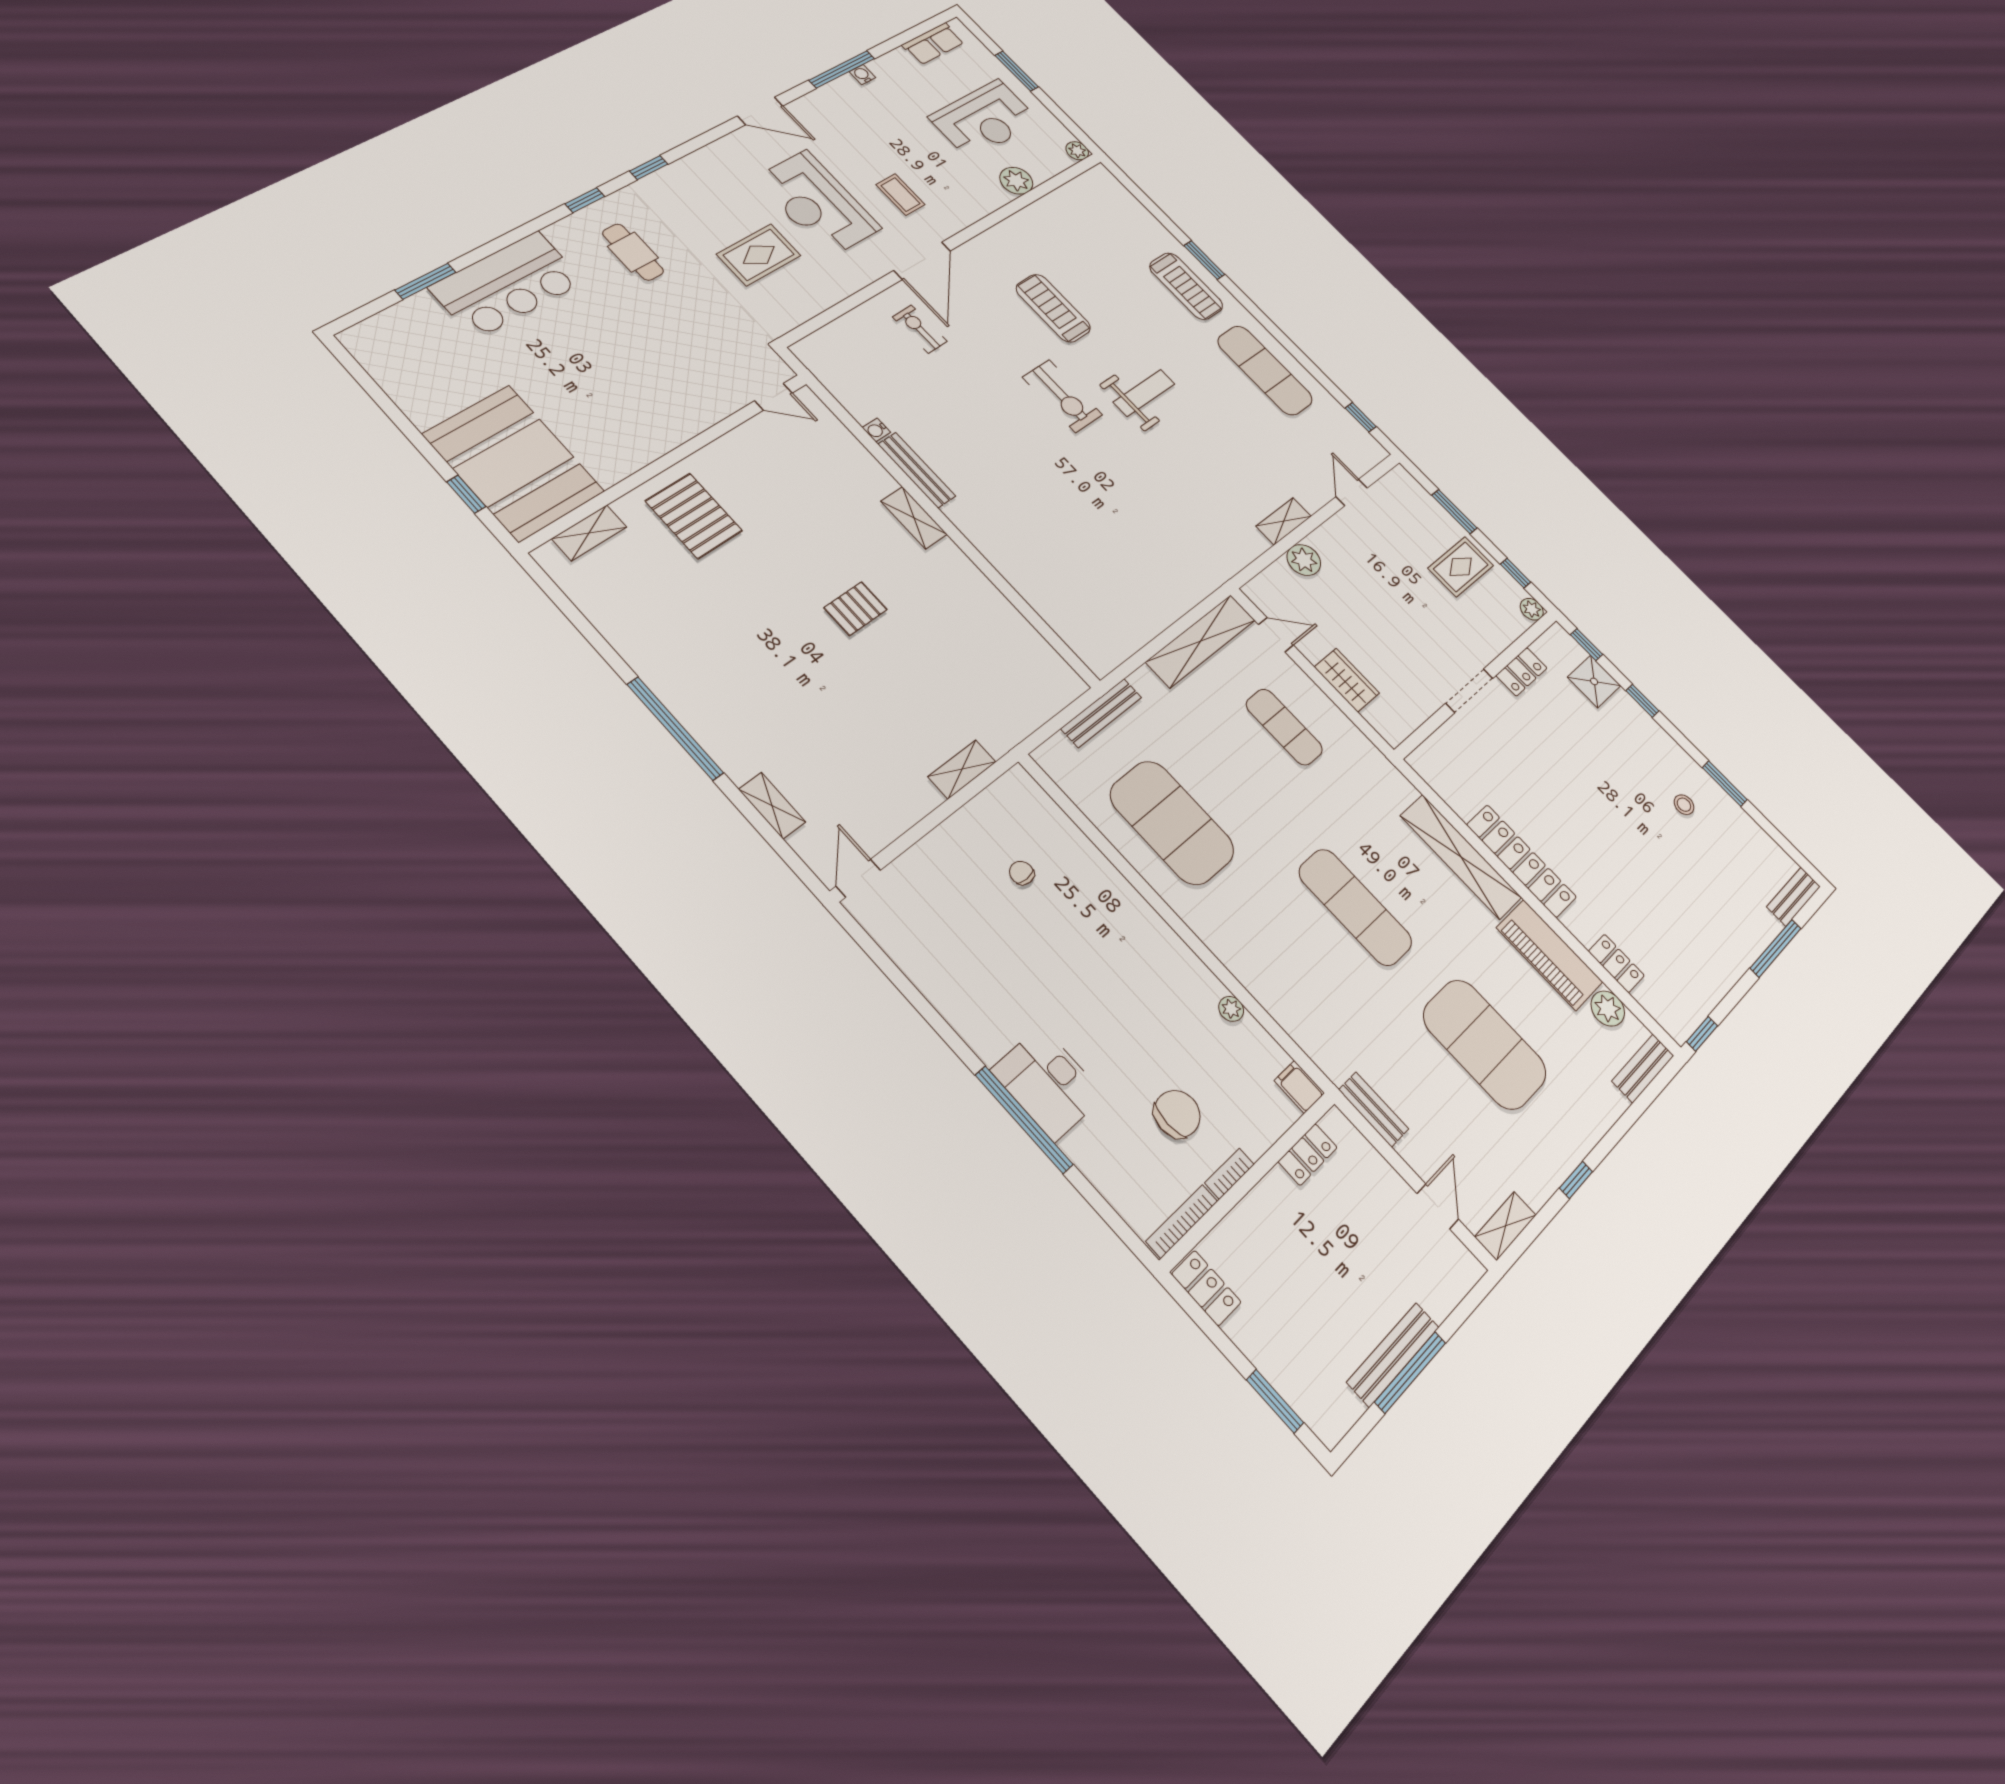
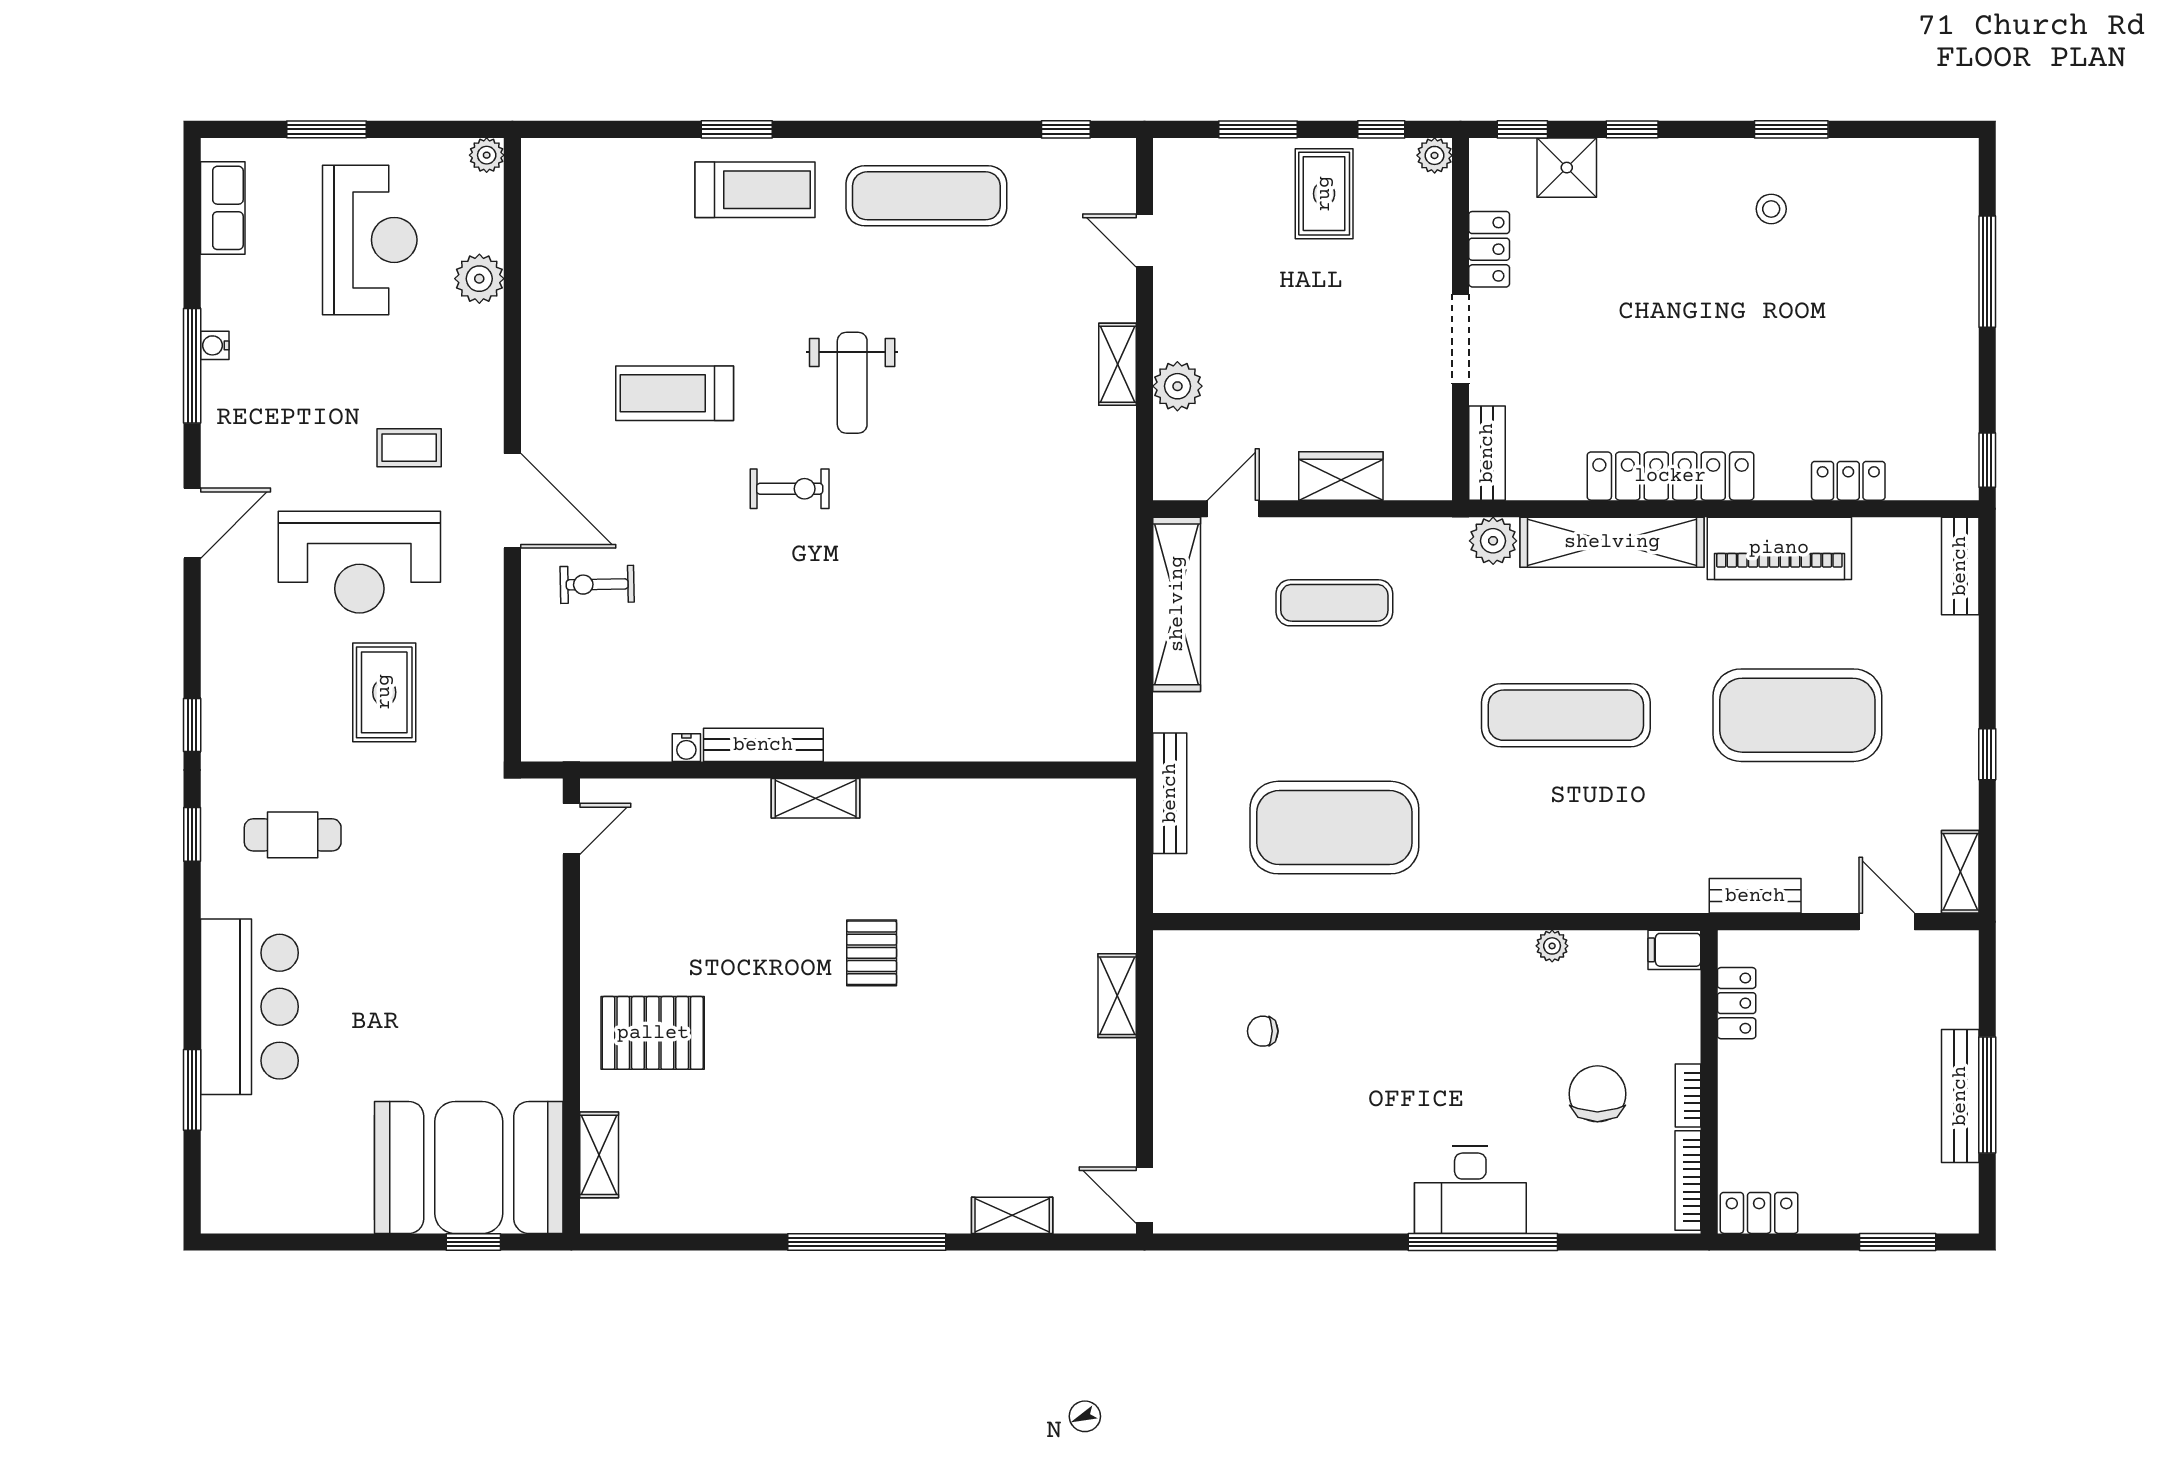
weight bench: (1144, 393) -> (852, 383), turned 180
exercise bike: (1062, 396) -> (790, 489), width x0.73, depth x0.72
bench: (1794, 897) -> (1487, 453), moved
plant: (1608, 1009) -> (1493, 541), moved

